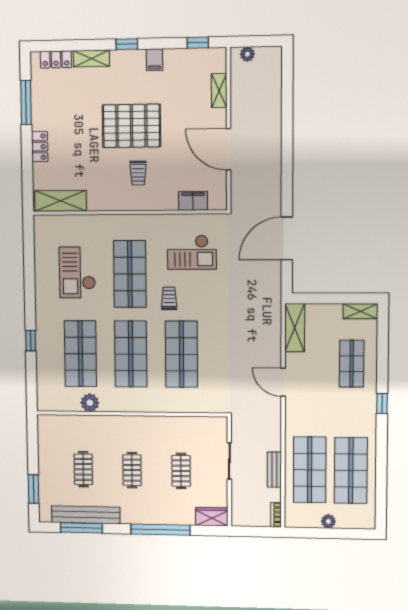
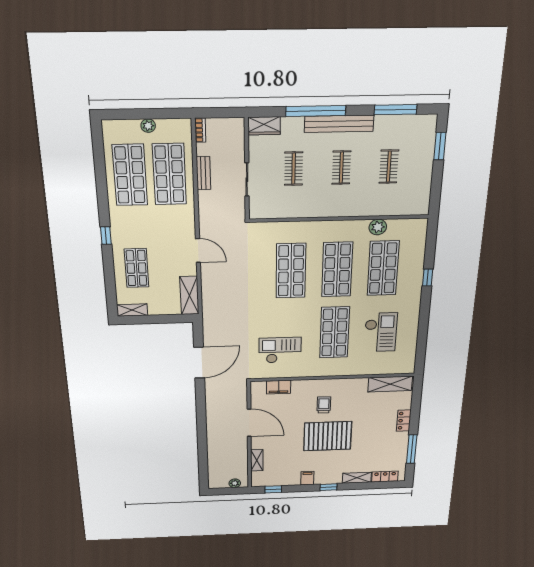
trolley: (169, 298) -> (301, 315), removed
bench: (86, 515) -> (339, 124), moved

